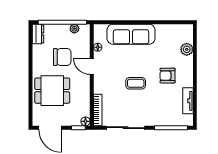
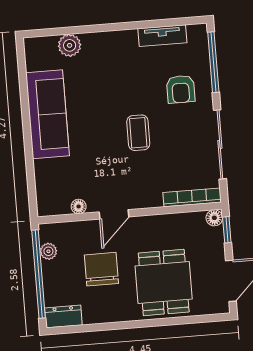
sofa: (131, 34) -> (48, 114), moved
armchair: (168, 76) -> (181, 89), moved

